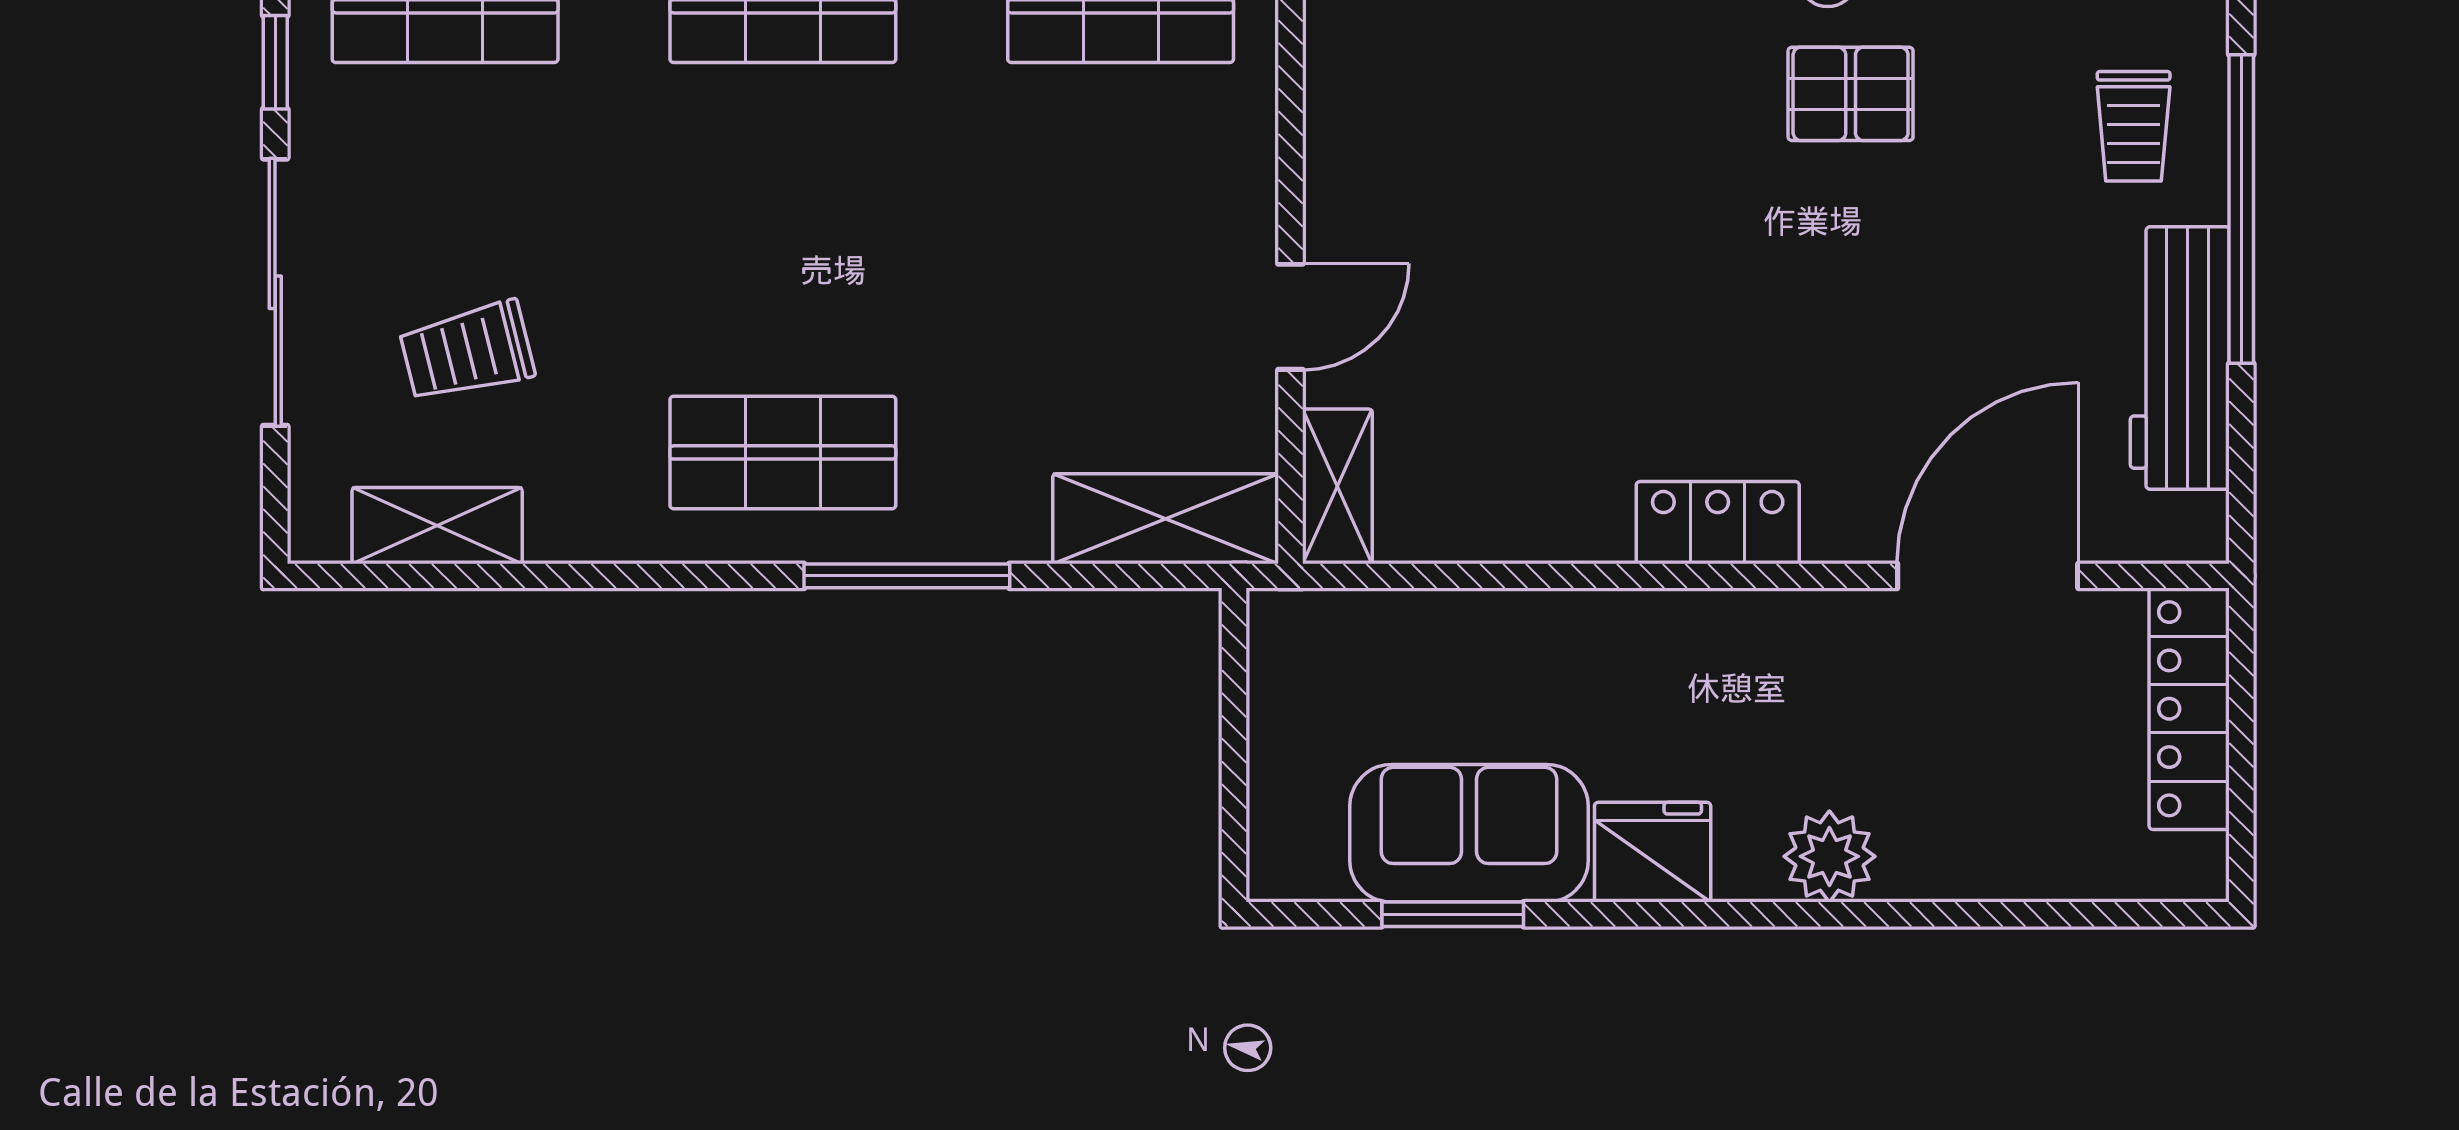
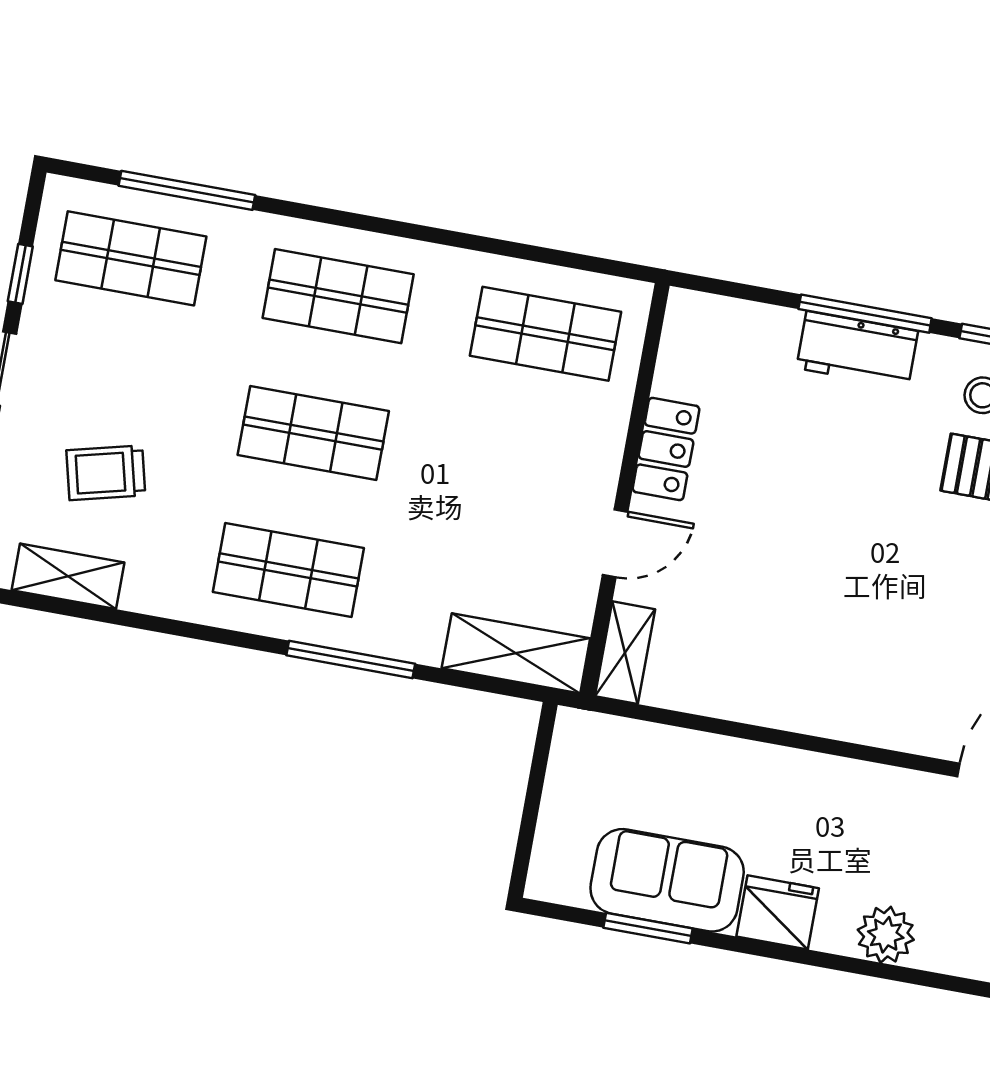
shop shelf: (783, 229) -> (313, 433), added
locker: (1718, 523) -> (666, 449), moved, turned 90

